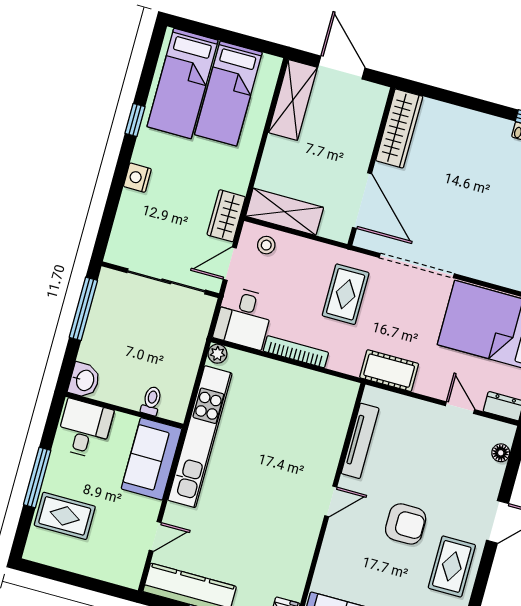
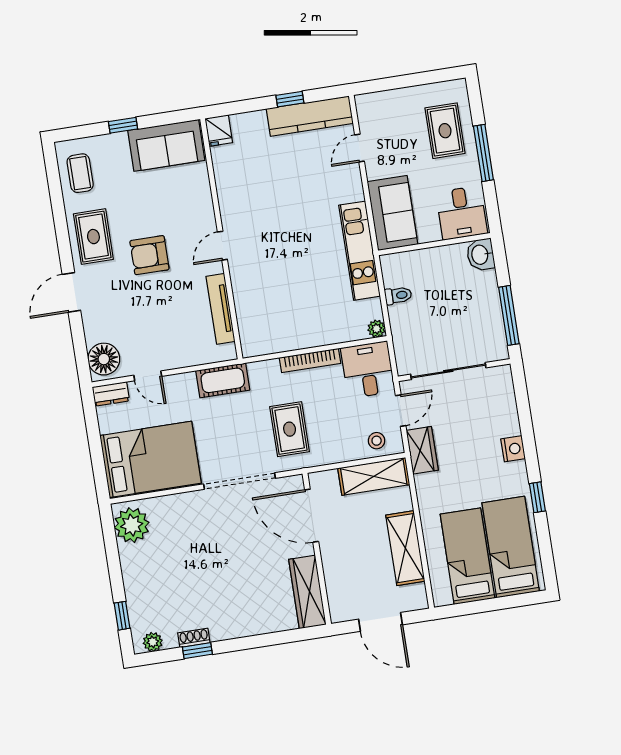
shelving: (293, 100) -> (405, 548), moved
toilet: (151, 401) -> (398, 295), moved, turned -90
kitchen unit: (200, 437) -> (360, 251), width x0.73
floor lamp: (501, 453) -> (104, 359), width x1.89, depth x1.89
rug: (65, 516) -> (445, 131), turned 90

